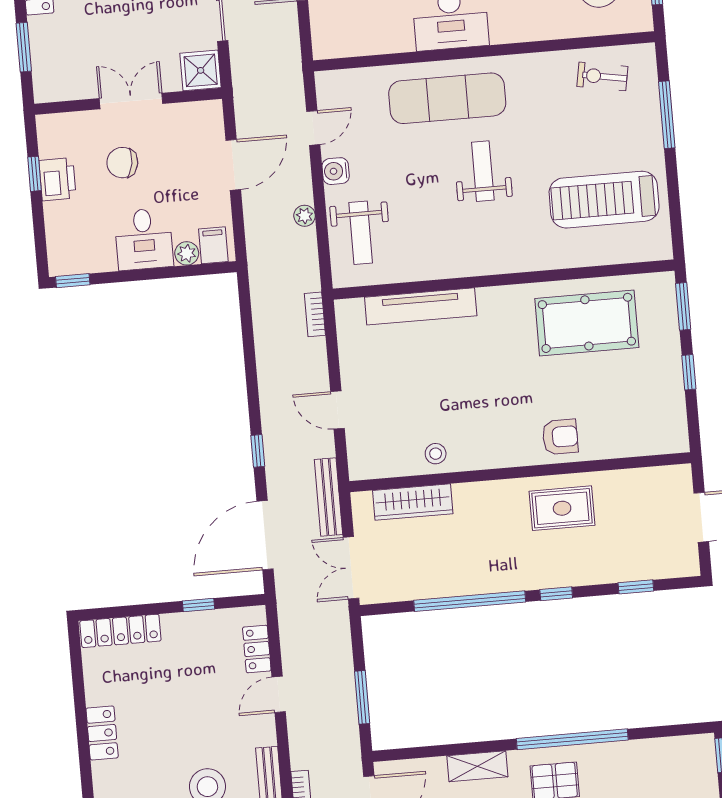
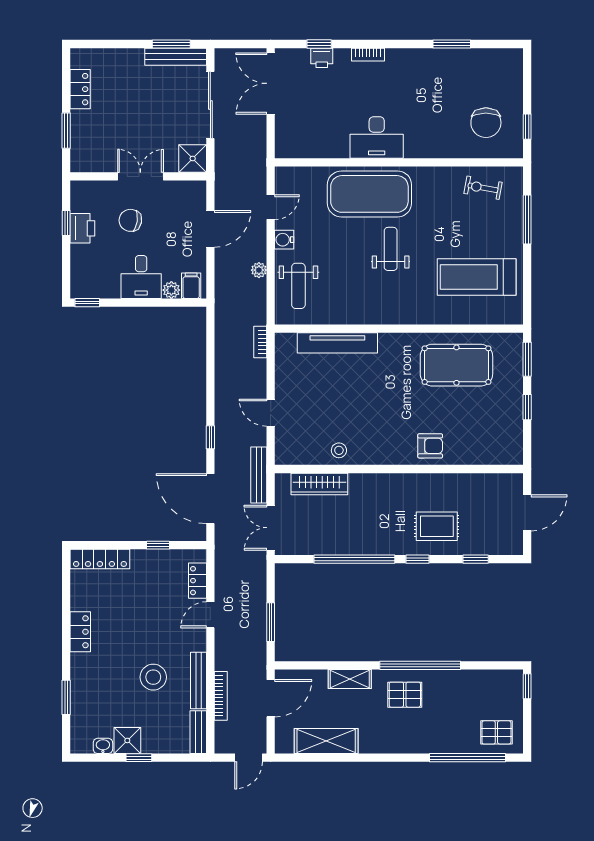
exercise mat: (447, 98) -> (369, 194), width x1.47
rug: (562, 508) -> (437, 526), moved
door: (265, 535) -> (210, 499), hinge flipped

